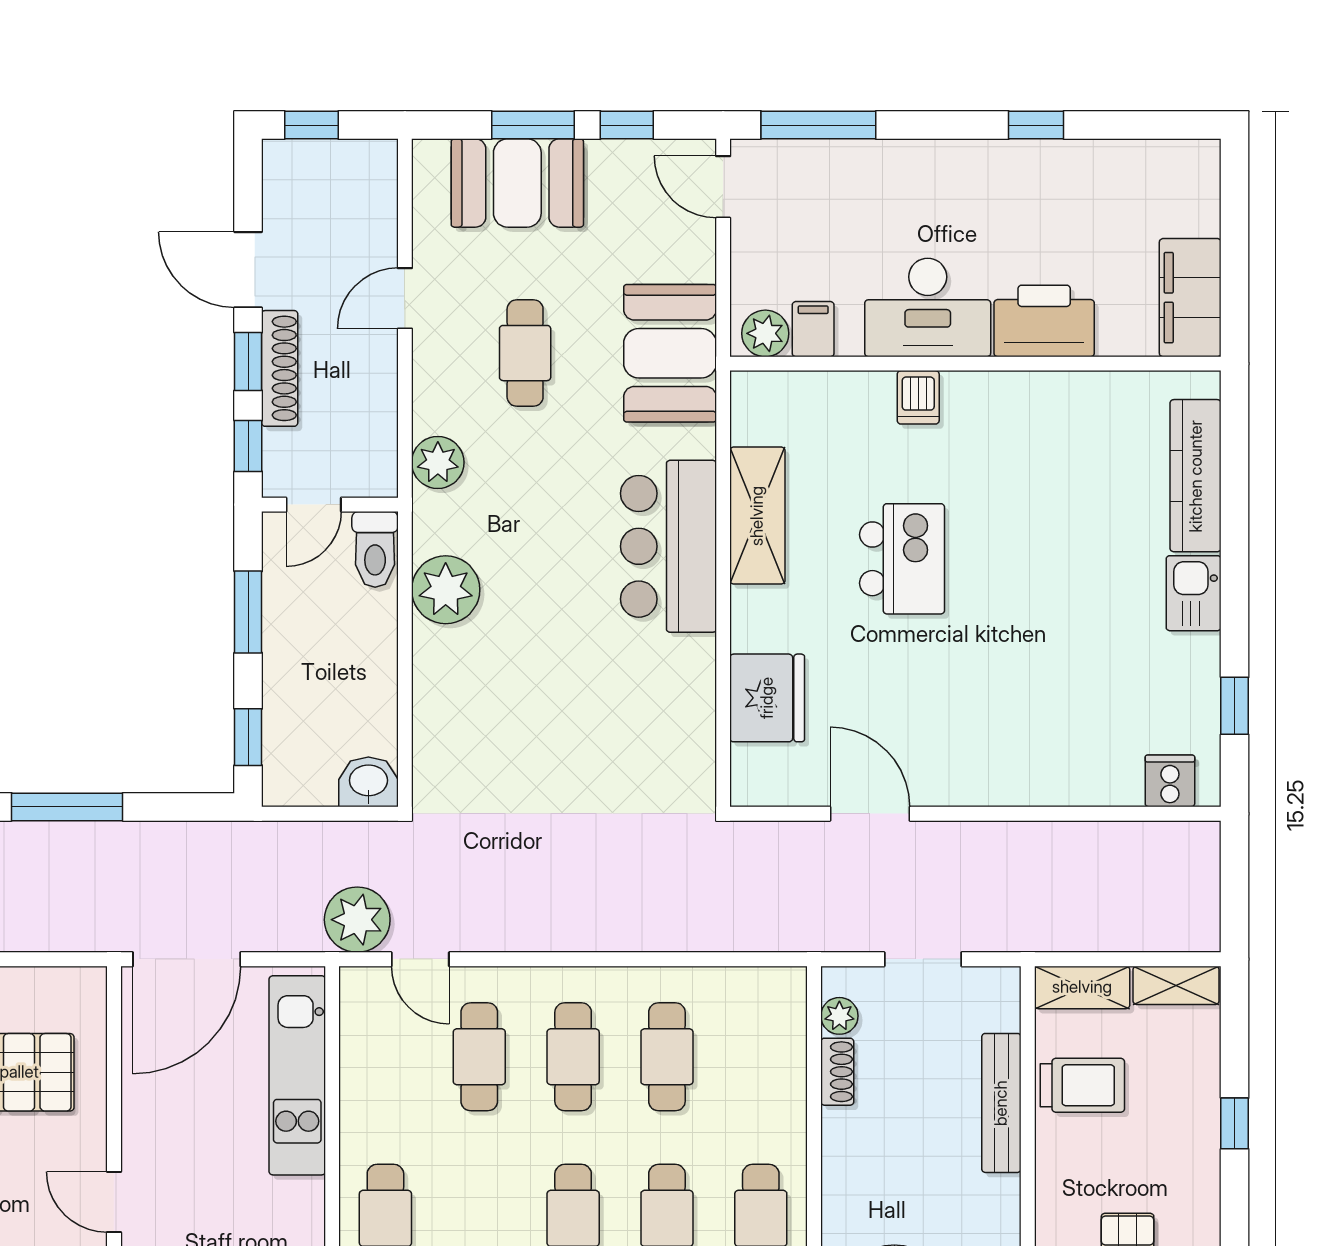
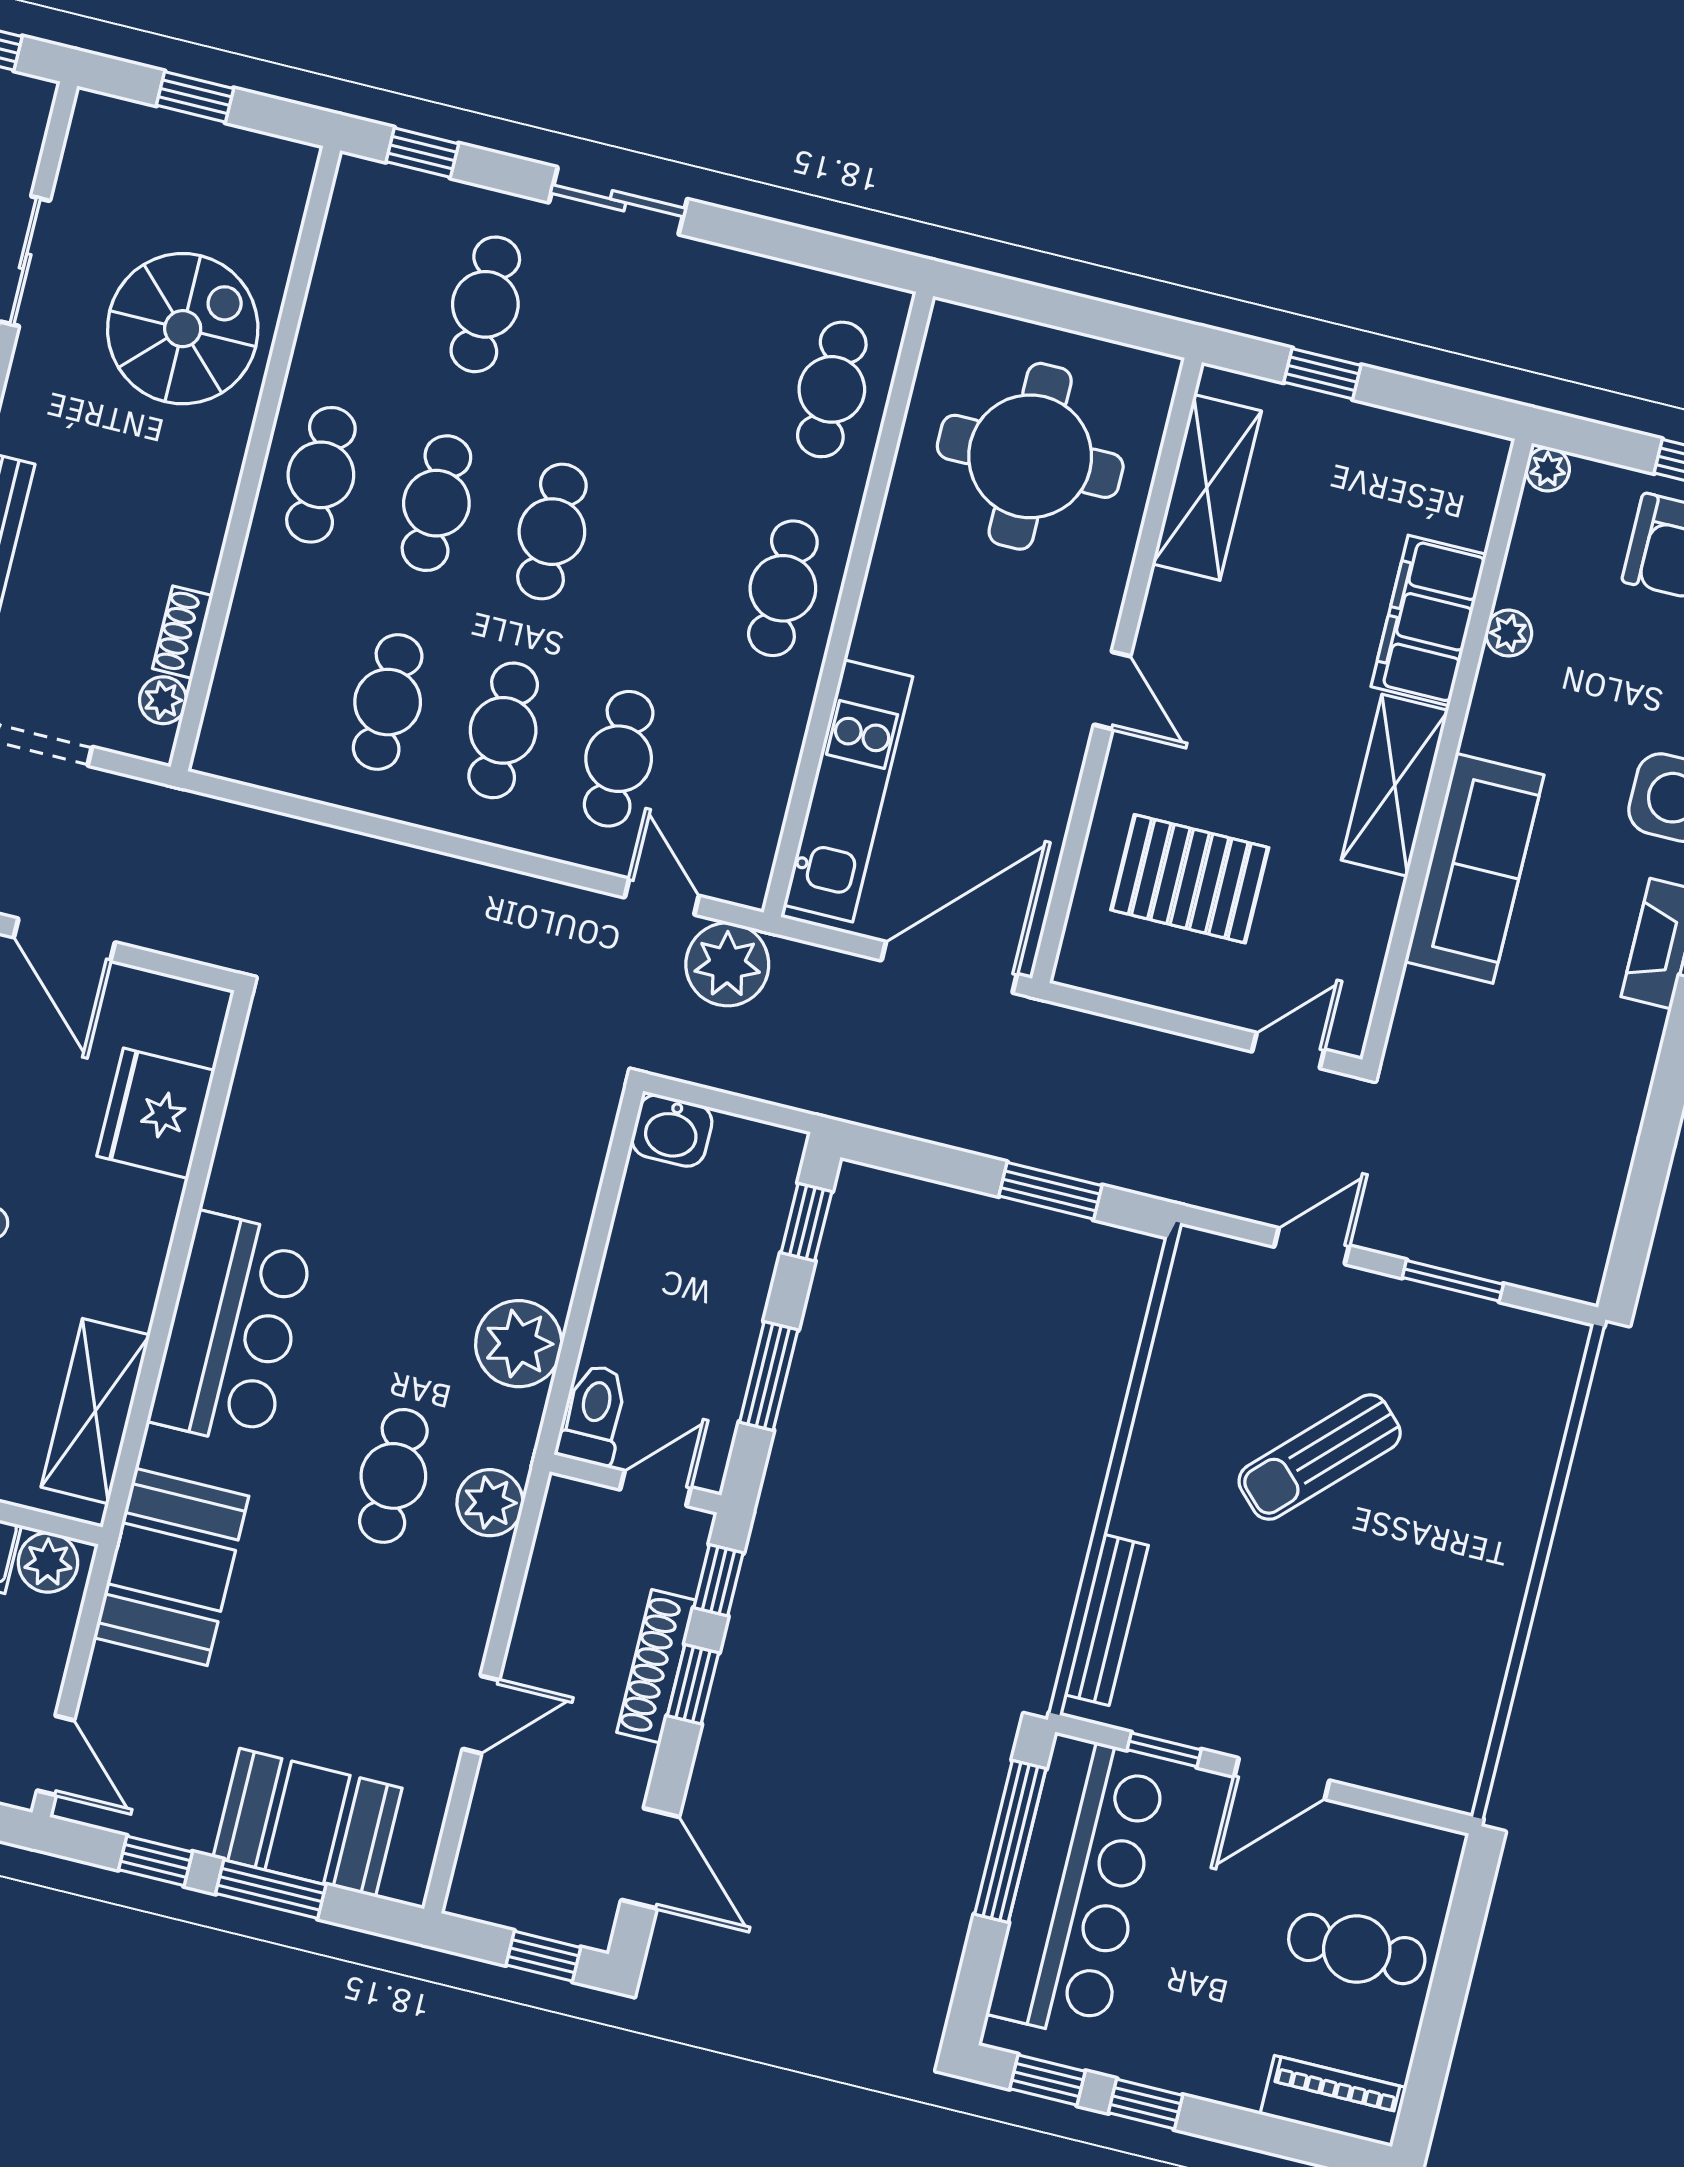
door: (248, 270) -> (650, 1858), moved
cafe table: (525, 353) -> (393, 1476), moved
shelving: (757, 516) -> (95, 1411), moved
window: (67, 807) -> (1050, 1191), width x0.69

